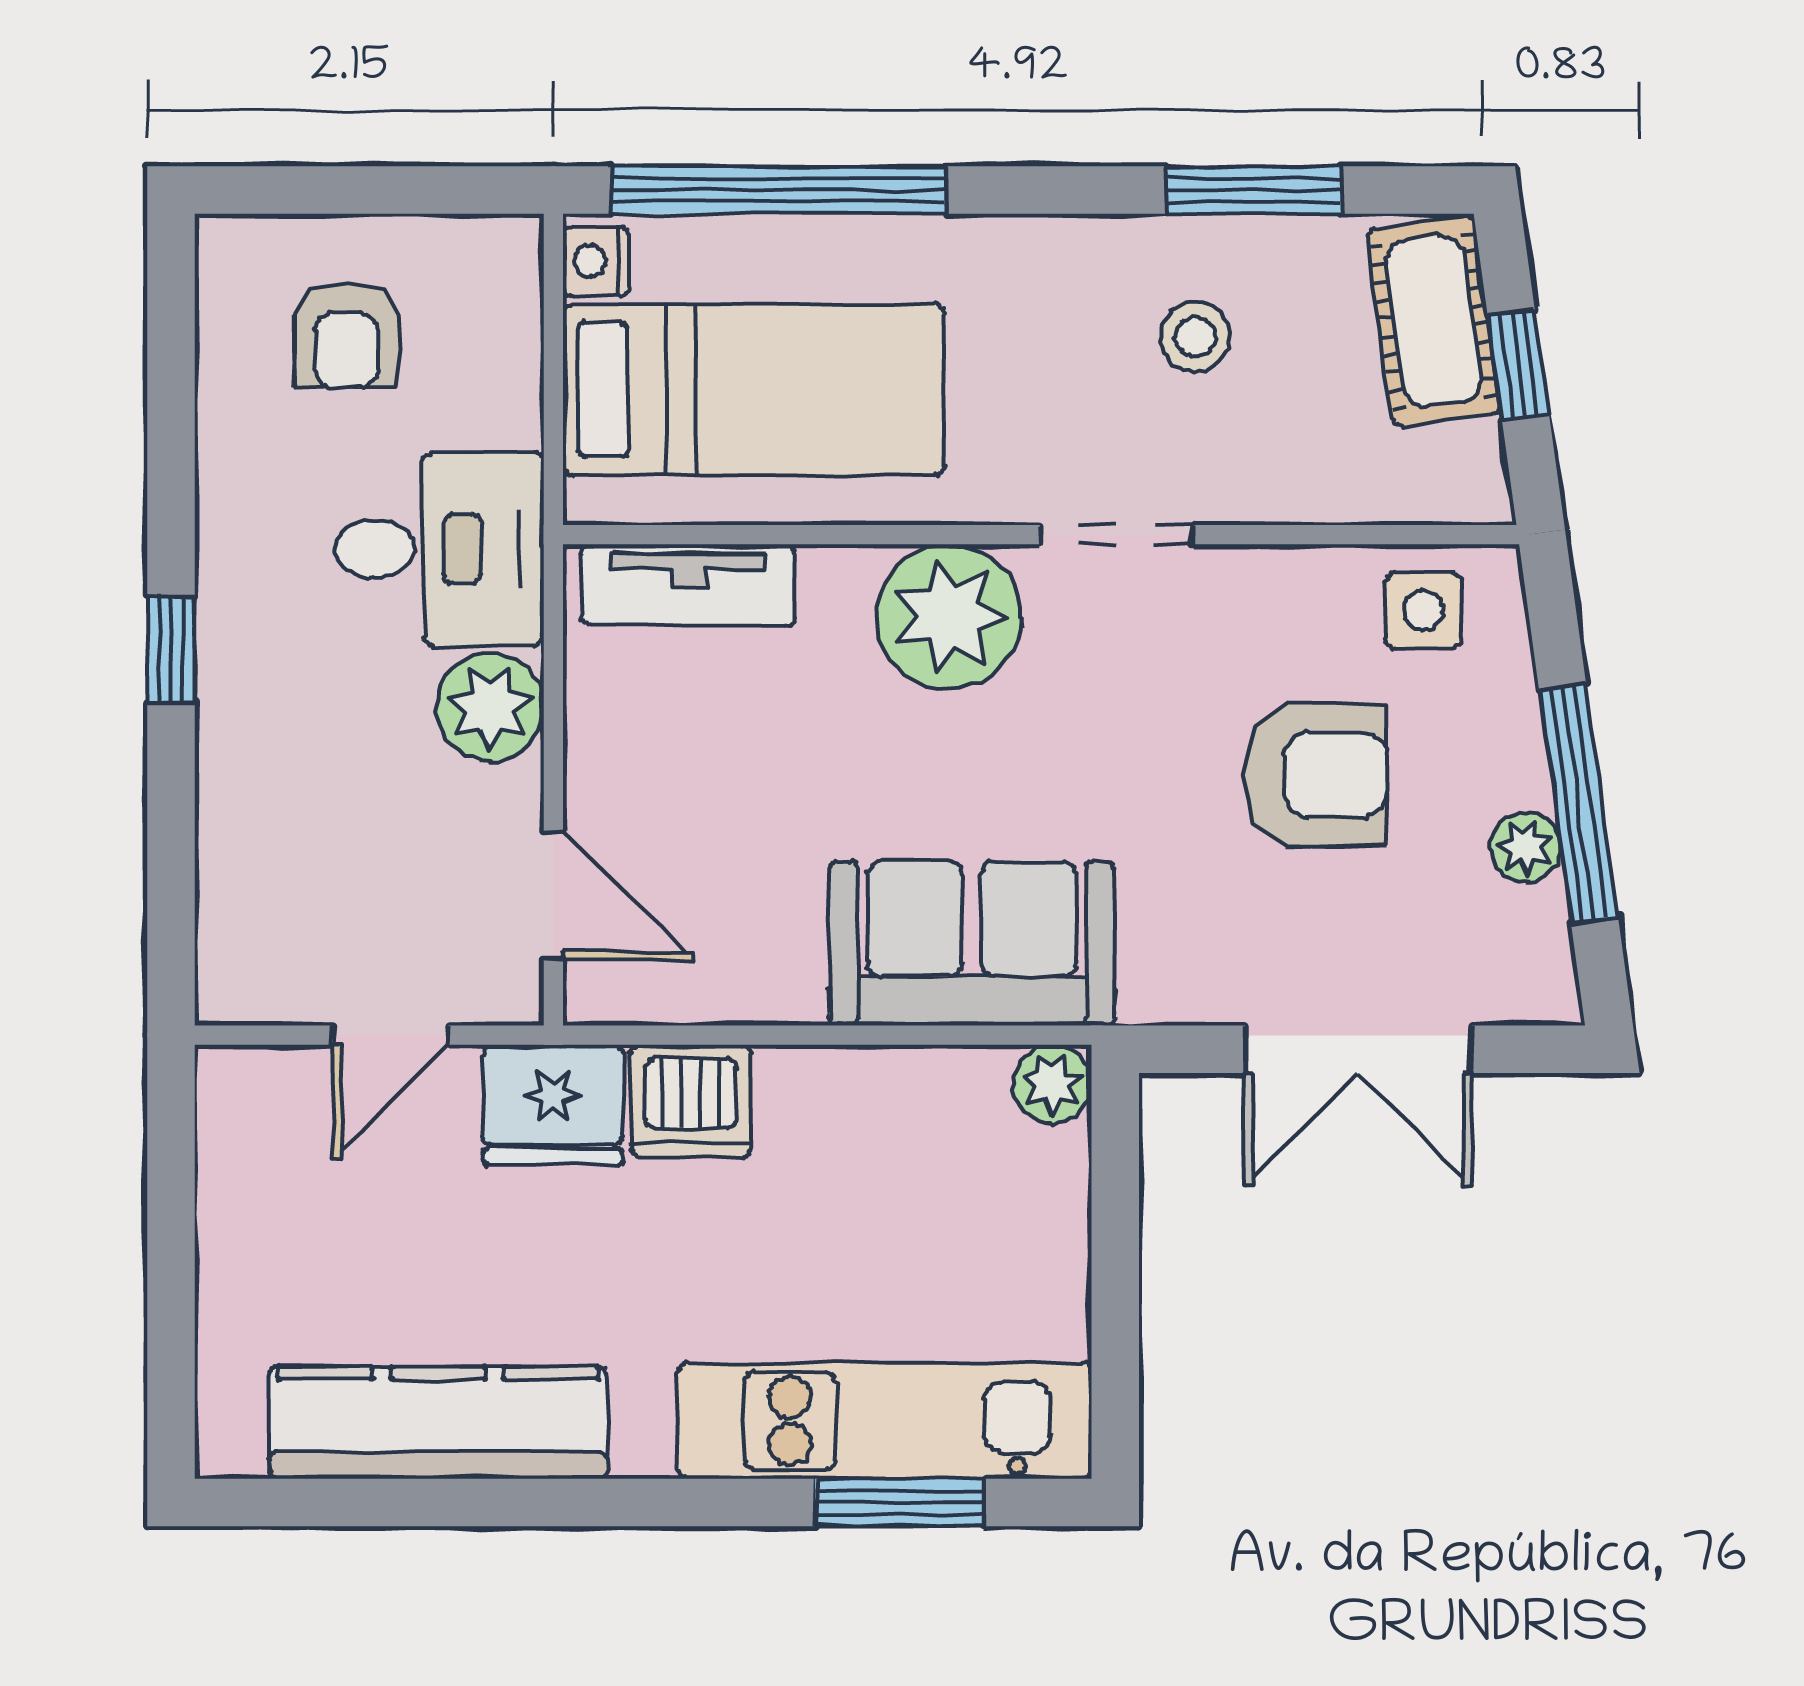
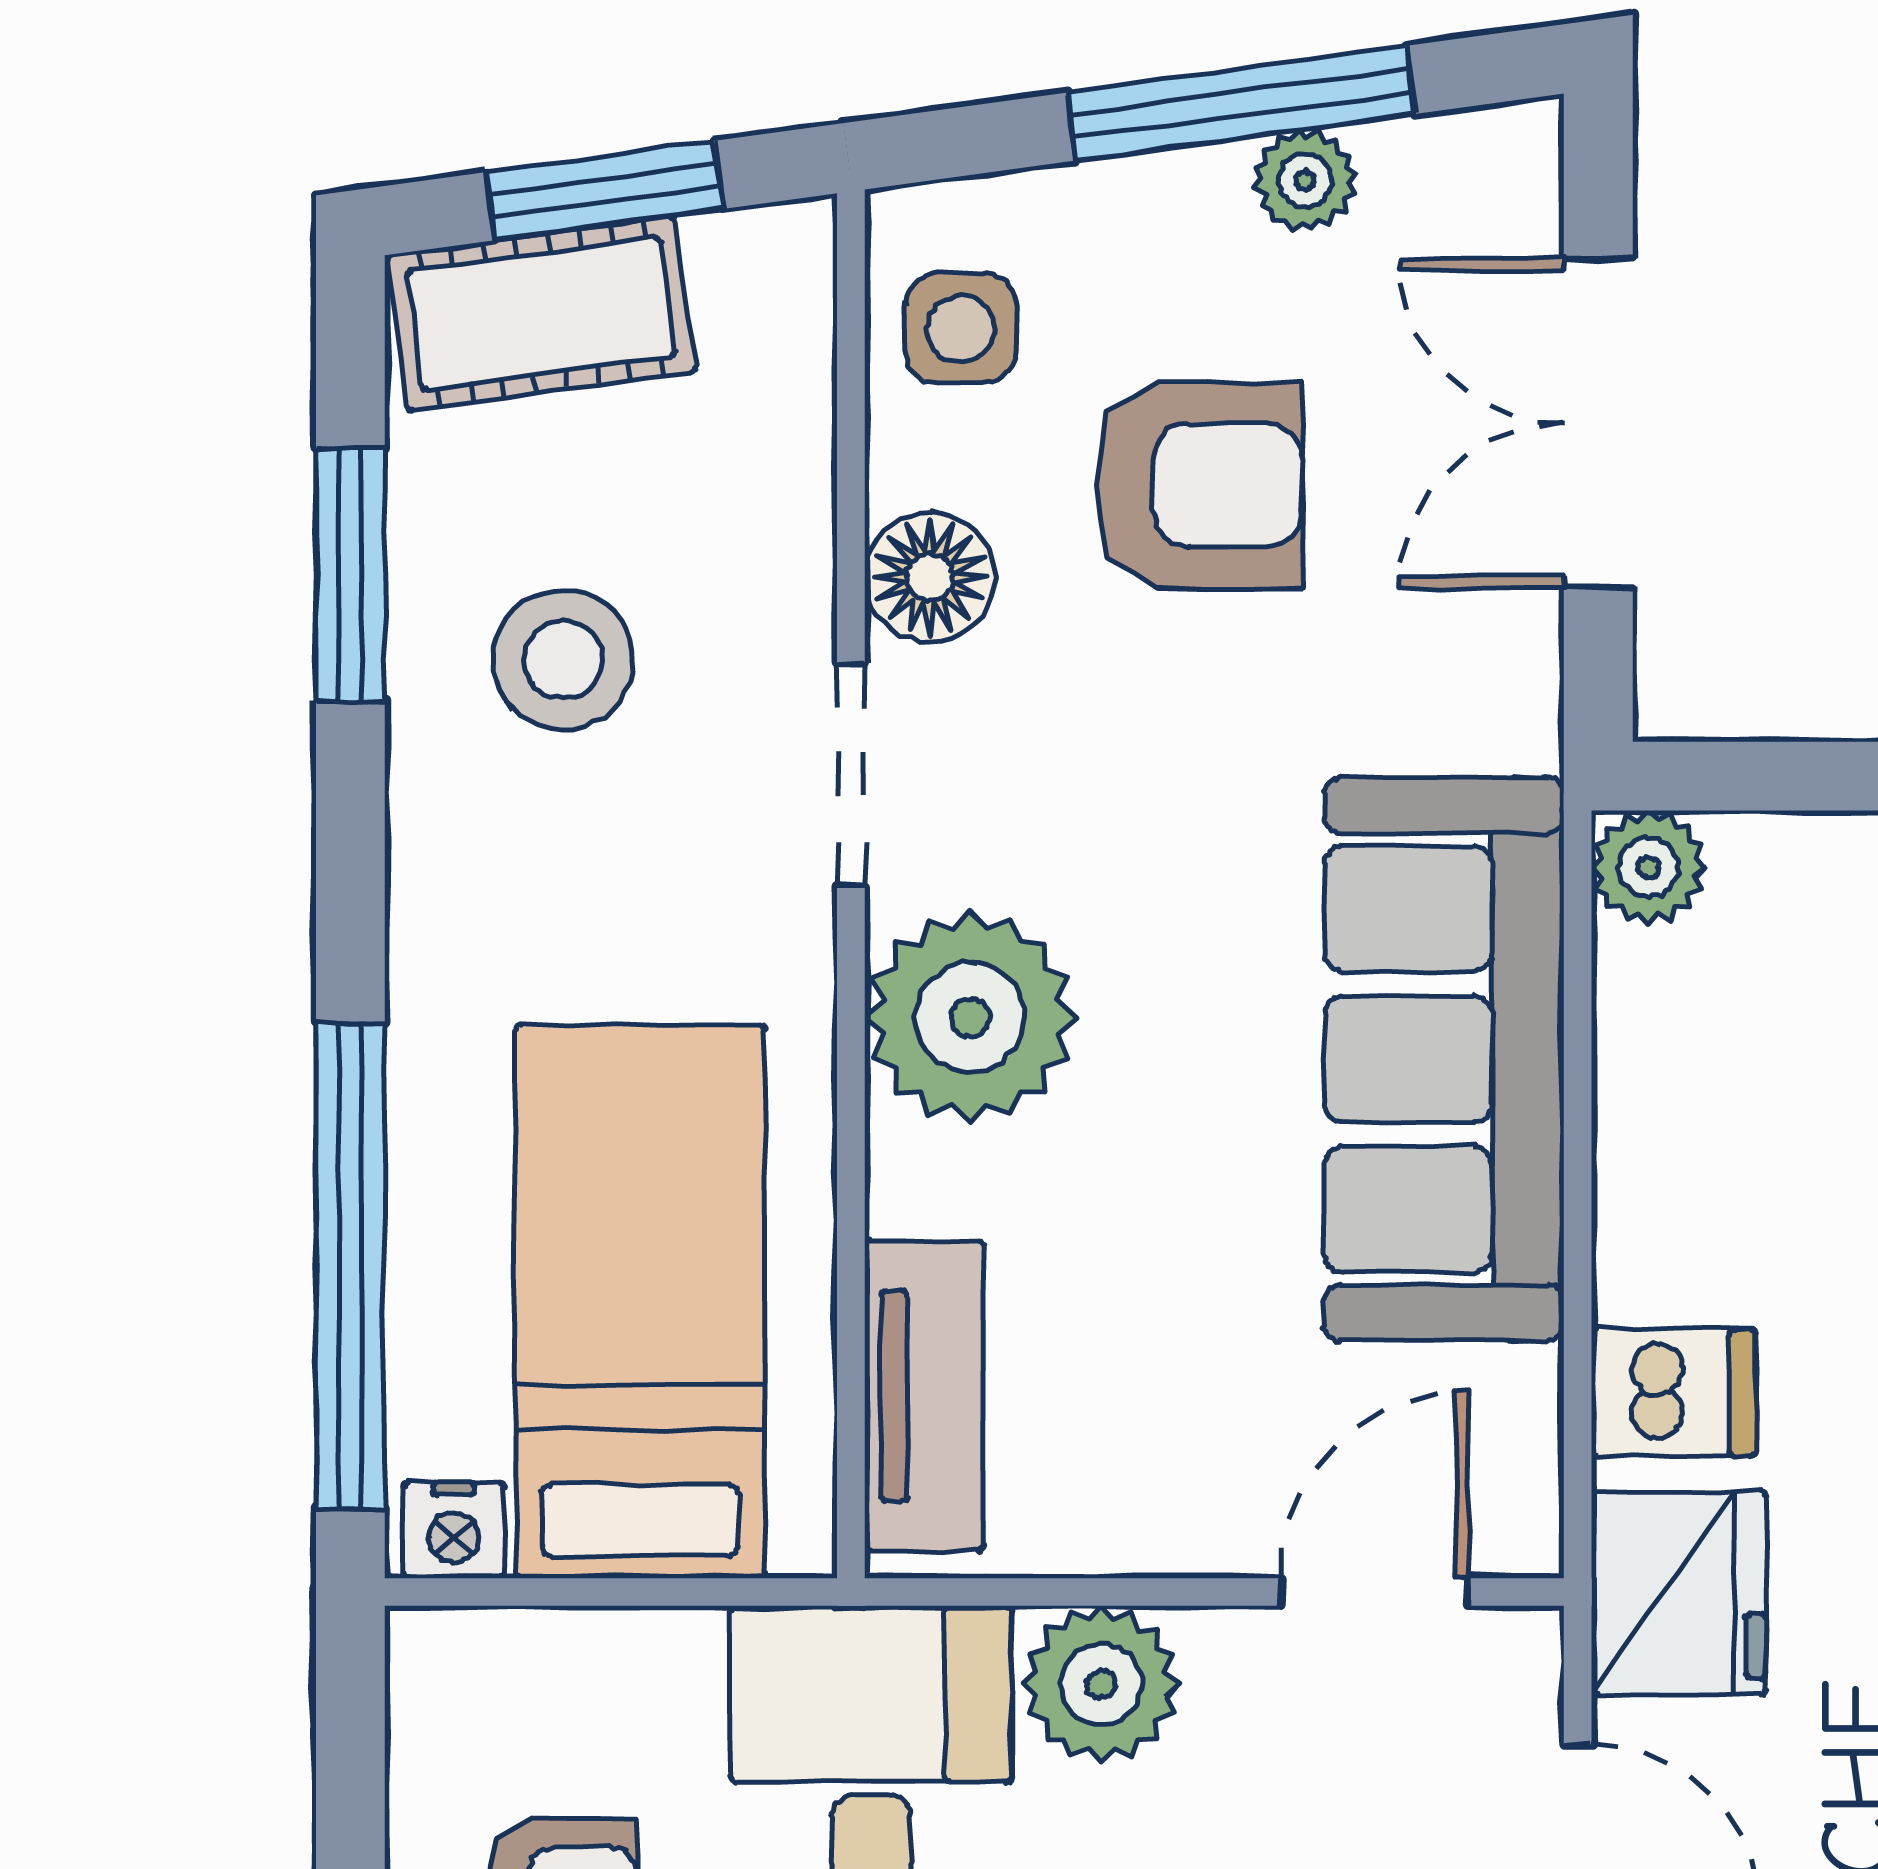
stool: (1195, 337) -> (563, 660), width x1.37, depth x1.37
window: (1518, 365) -> (605, 190), width x1.50
floor lamp: (1252, 589) -> (930, 577), added
armchair: (1315, 775) -> (1199, 485), turned 90
sofa: (972, 943) -> (1444, 1059), width x1.36
double door: (1358, 1049) -> (1598, 423), swing flipped
dishwasher: (691, 1101) -> (1674, 1392), width x0.73

